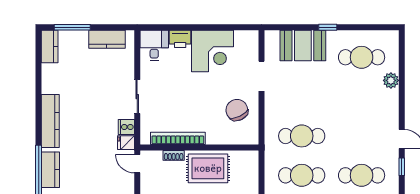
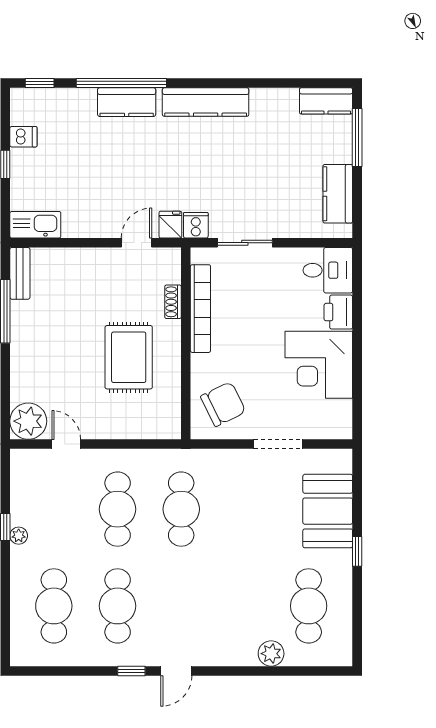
bookcase: (178, 138) -> (200, 309), moved
wall: (199, 147) -> (186, 343), moved
shoe rack: (174, 155) -> (173, 302), moved

